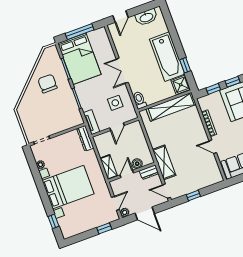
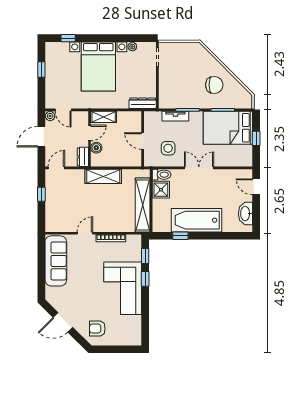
window: (80, 32) -> (256, 138), width x0.46
shower: (181, 85) -> (161, 190), moved
tv unit: (92, 122) -> (175, 116), moved
shelving: (164, 162) -> (103, 176), moved
door: (127, 174) -> (90, 133), hinge flipped
window: (104, 228) -> (41, 70), moved

